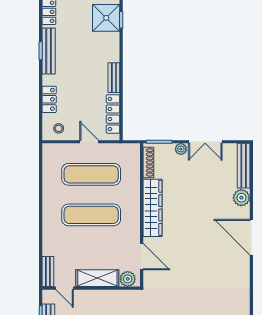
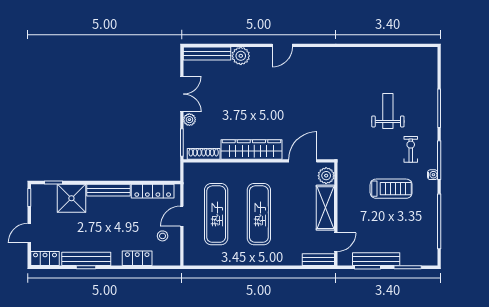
shower: (106, 18) -> (71, 198), moved
bench: (114, 78) -> (109, 190), width x1.36
stool: (59, 128) -> (163, 236), moved
door: (251, 237) -> (282, 45), width x0.53

